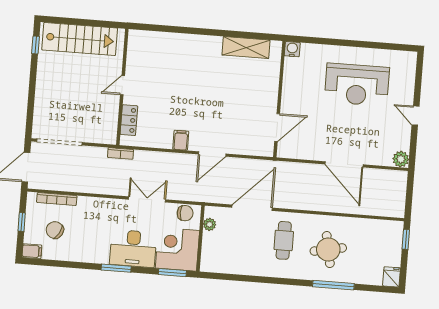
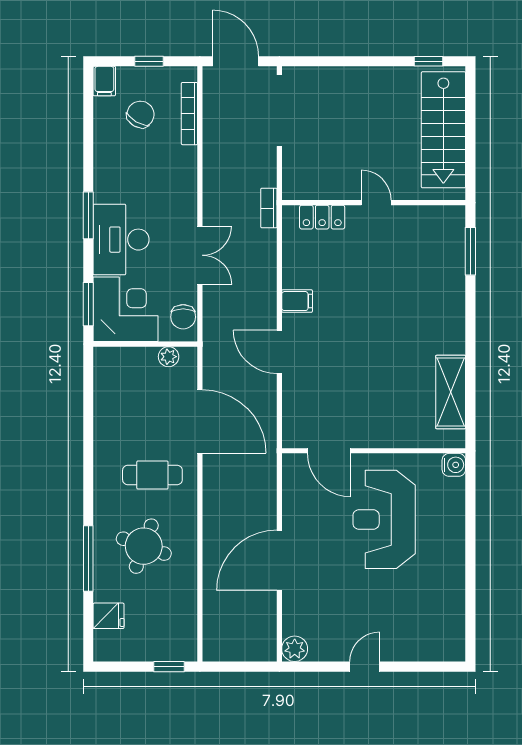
window: (158, 28) -> (470, 251), added
reception desk: (357, 85) -> (384, 519), moved
round table: (328, 249) -> (144, 546), turned 31
fridge: (392, 277) -> (109, 616), moved

